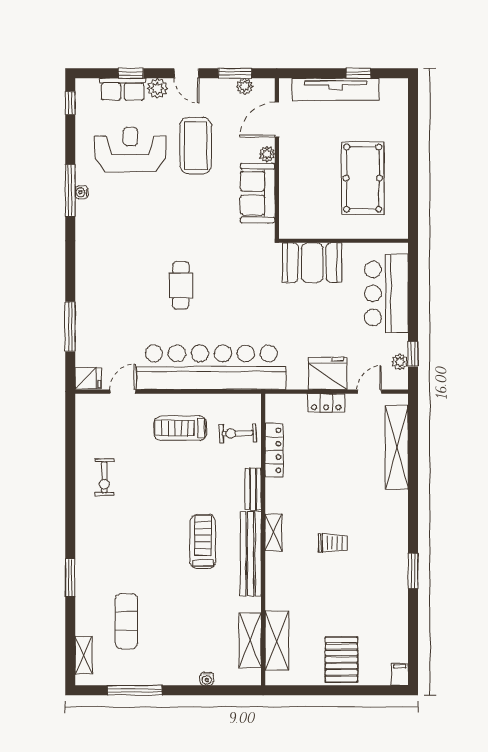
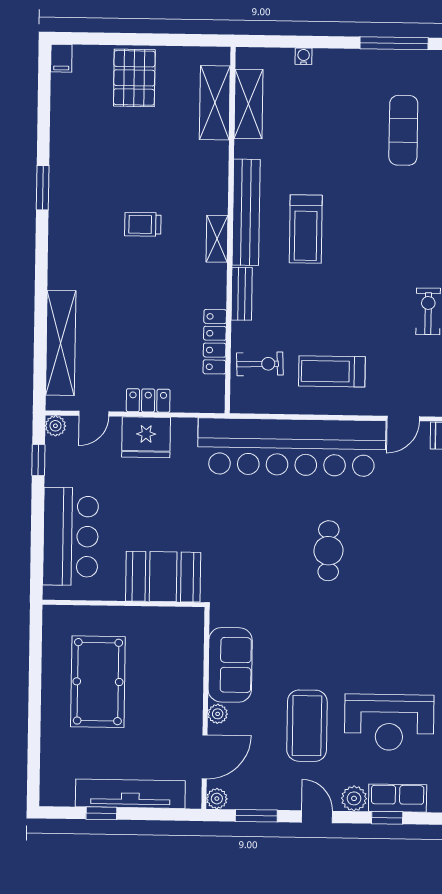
plant: (245, 86) -> (217, 799), moved
plant: (400, 362) -> (55, 426), moved
treadmill: (180, 428) -> (332, 371), turned 180

